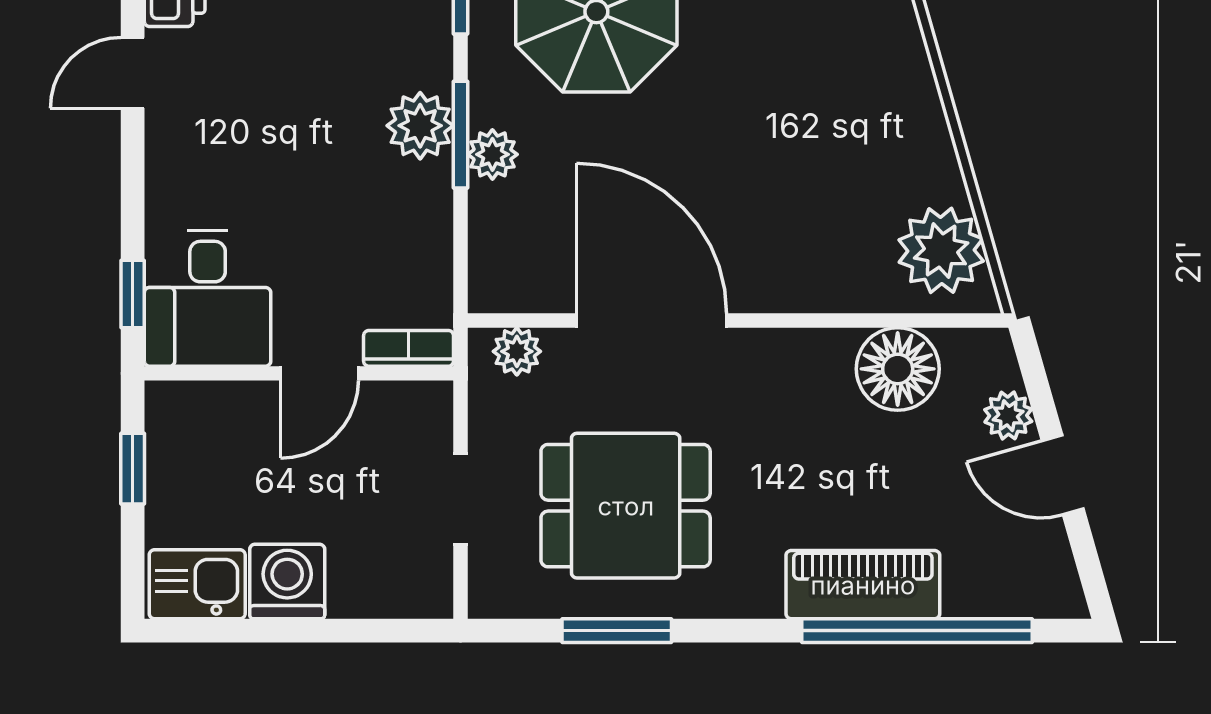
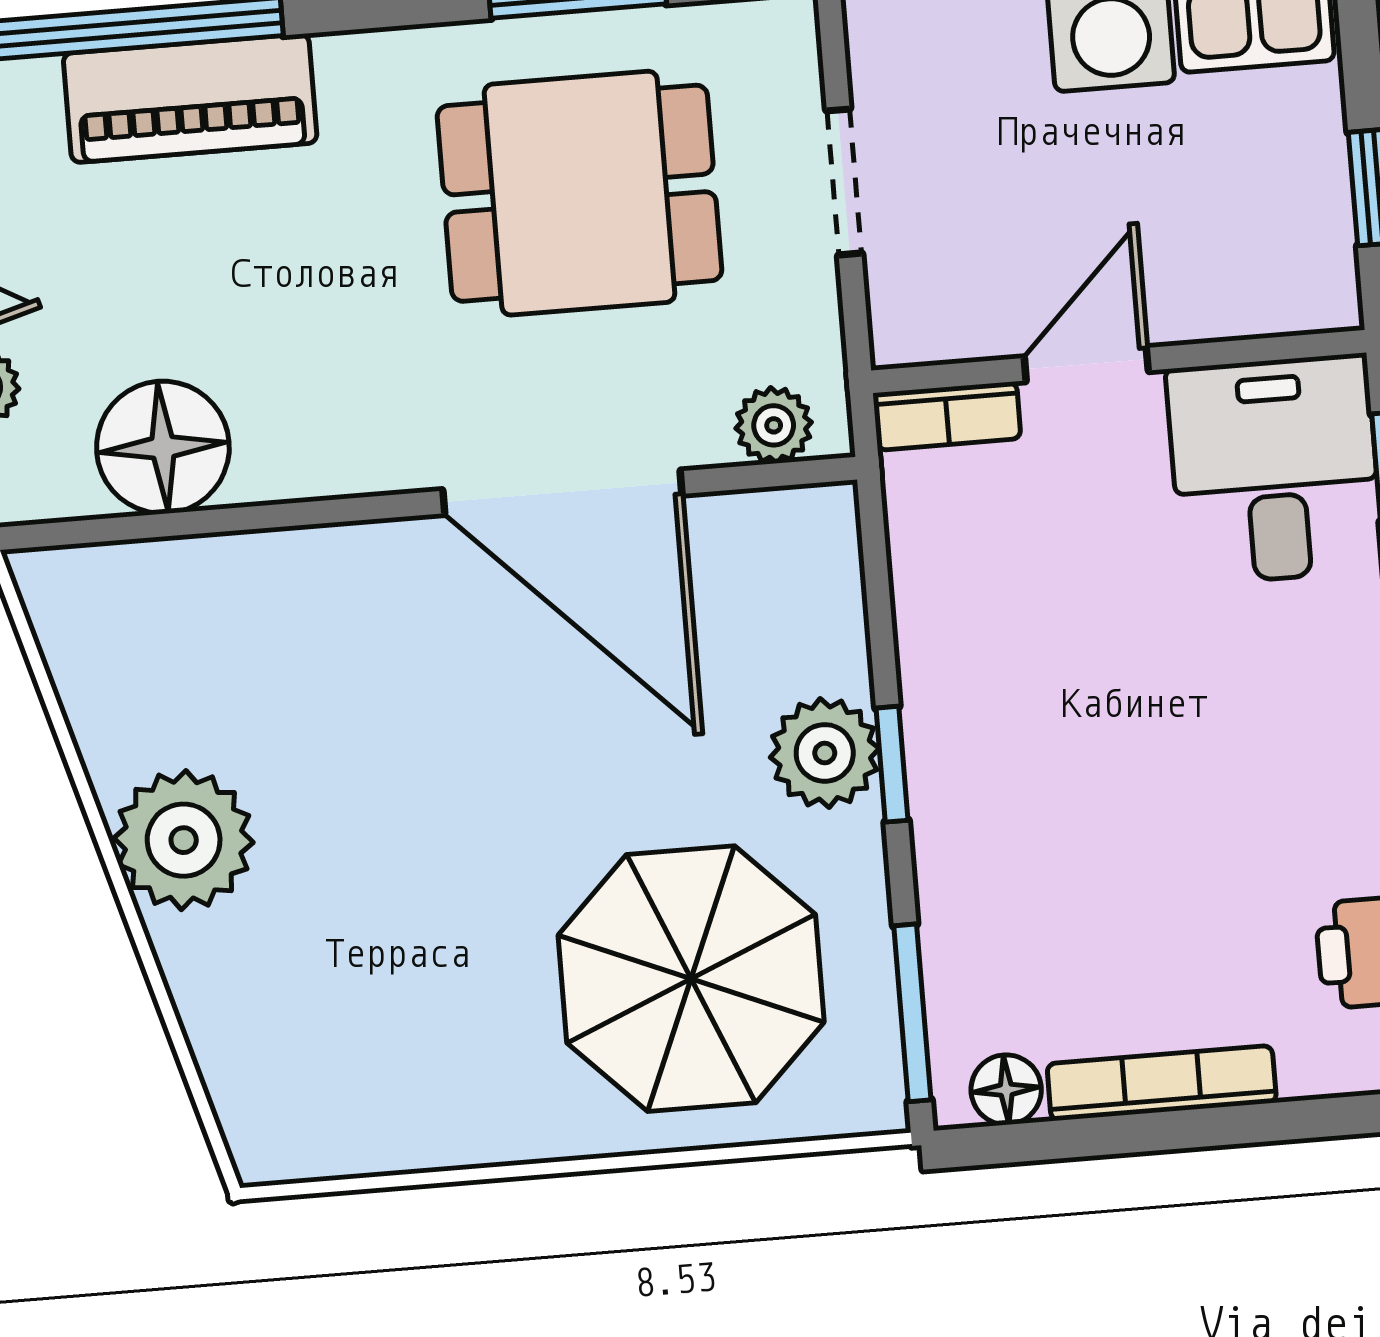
plant: (420, 126) -> (958, 773), removed
window: (461, 135) -> (892, 764), width x0.67
plant: (492, 154) -> (825, 753), width x1.38, depth x1.38
plant: (941, 250) -> (184, 840), moved

